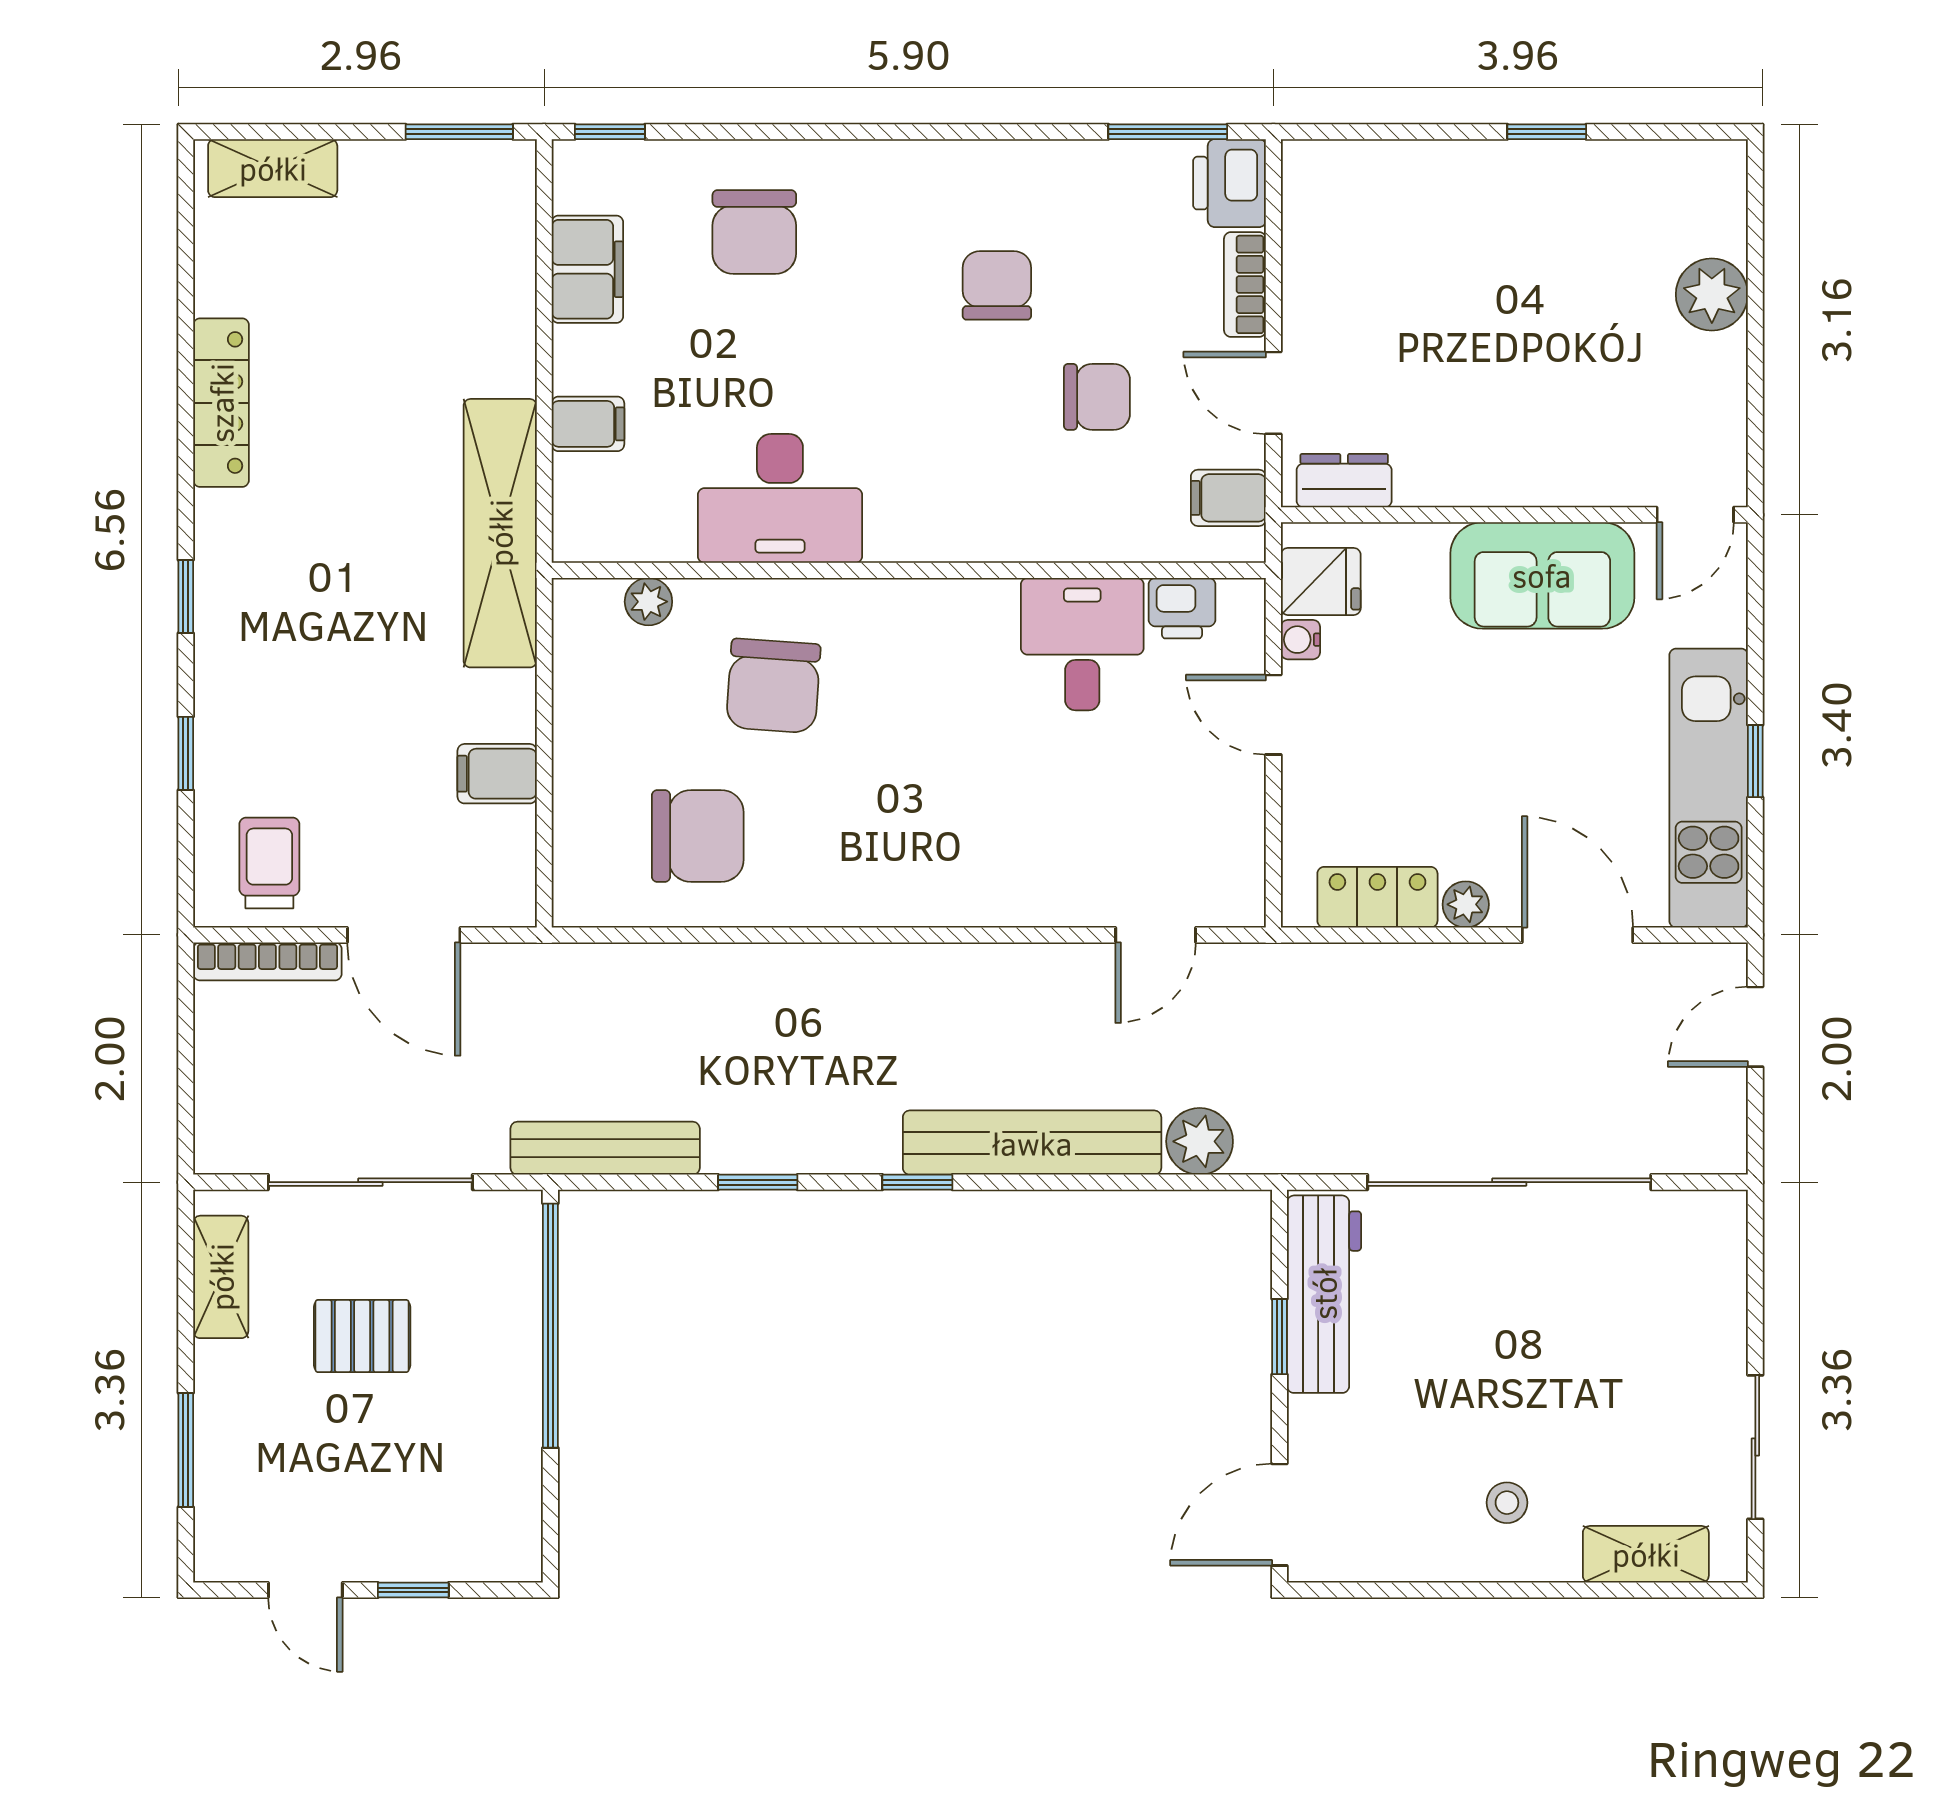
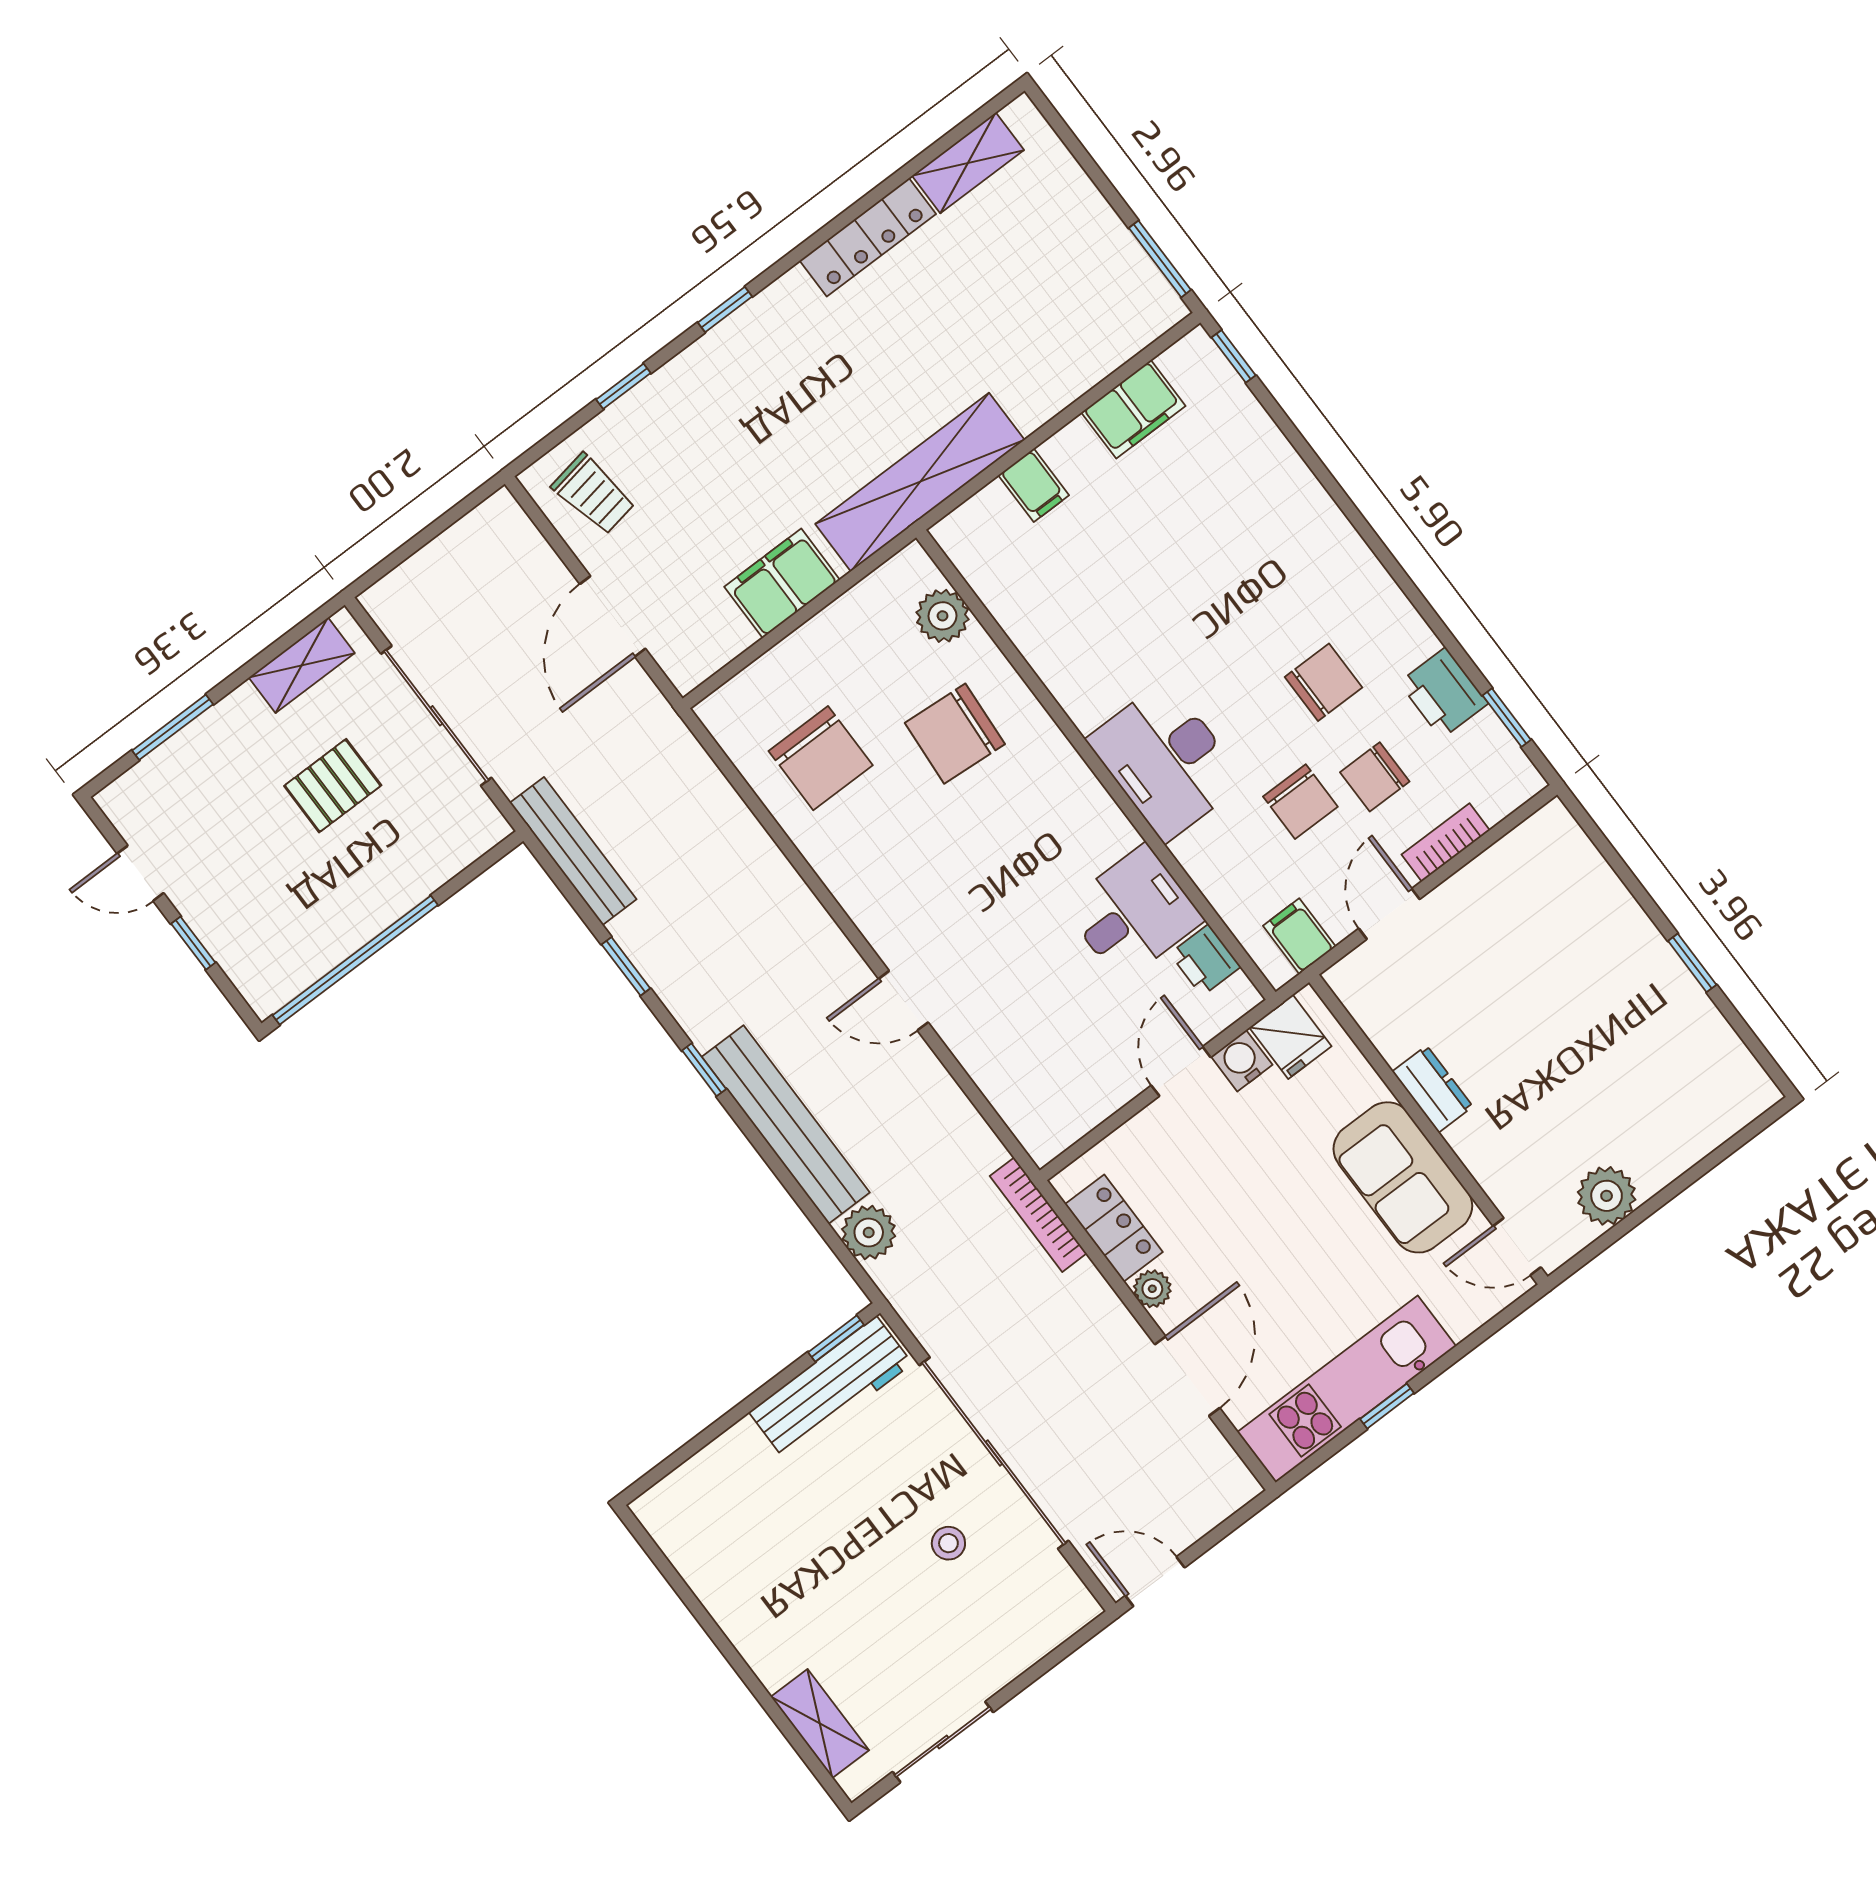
window: (1168, 132) -> (1507, 718), width x0.67
shelving: (273, 168) -> (968, 163), moved, turned 90
printer: (1230, 183) -> (1444, 693), moved, turned -90
chair: (754, 232) -> (1375, 777), moved, width x0.73, depth x0.73
plant: (1712, 294) -> (1607, 1196), moved
dresser: (1344, 481) -> (1433, 1089), moved
desk: (780, 498) -> (1166, 761), moved
plant: (648, 602) -> (943, 616), width x1.38, depth x1.38
water cooler: (1300, 640) -> (1242, 1061), width x1.38, depth x1.38
filing cabinet: (497, 774) -> (782, 583), width x2.00
trolley: (269, 863) -> (593, 494), turned 80
door: (1156, 935) -> (903, 1001), moved
bookcase: (267, 961) -> (1038, 1215), moved
door: (1755, 1027) -> (1155, 1582), moved
window: (550, 1326) -> (355, 960), moved
pallet: (362, 1336) -> (333, 786), turned 90
window: (1280, 1337) -> (836, 1339), moved
stool: (1507, 1503) -> (948, 1543), moved
door: (1280, 1515) -> (666, 1467), removed
door: (305, 1590) -> (140, 873), hinge flipped

